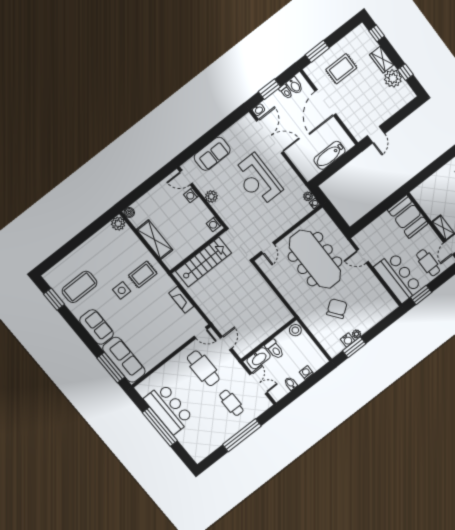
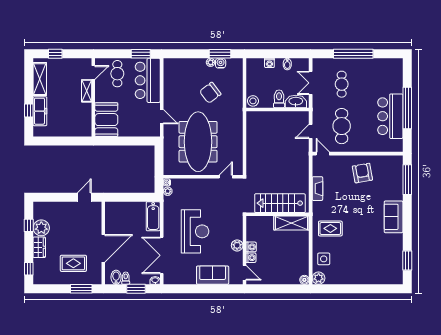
bathtub: (330, 155) -> (153, 216), moved, turned 90
washing machine: (214, 224) -> (251, 247), moved
shelving: (155, 240) -> (291, 223), moved, turned 90
coffee table: (79, 287) -> (382, 255), removed
side table: (122, 290) -> (324, 259), moved
armchair: (154, 343) -> (362, 173), added
sofa: (124, 360) -> (393, 178), removed

